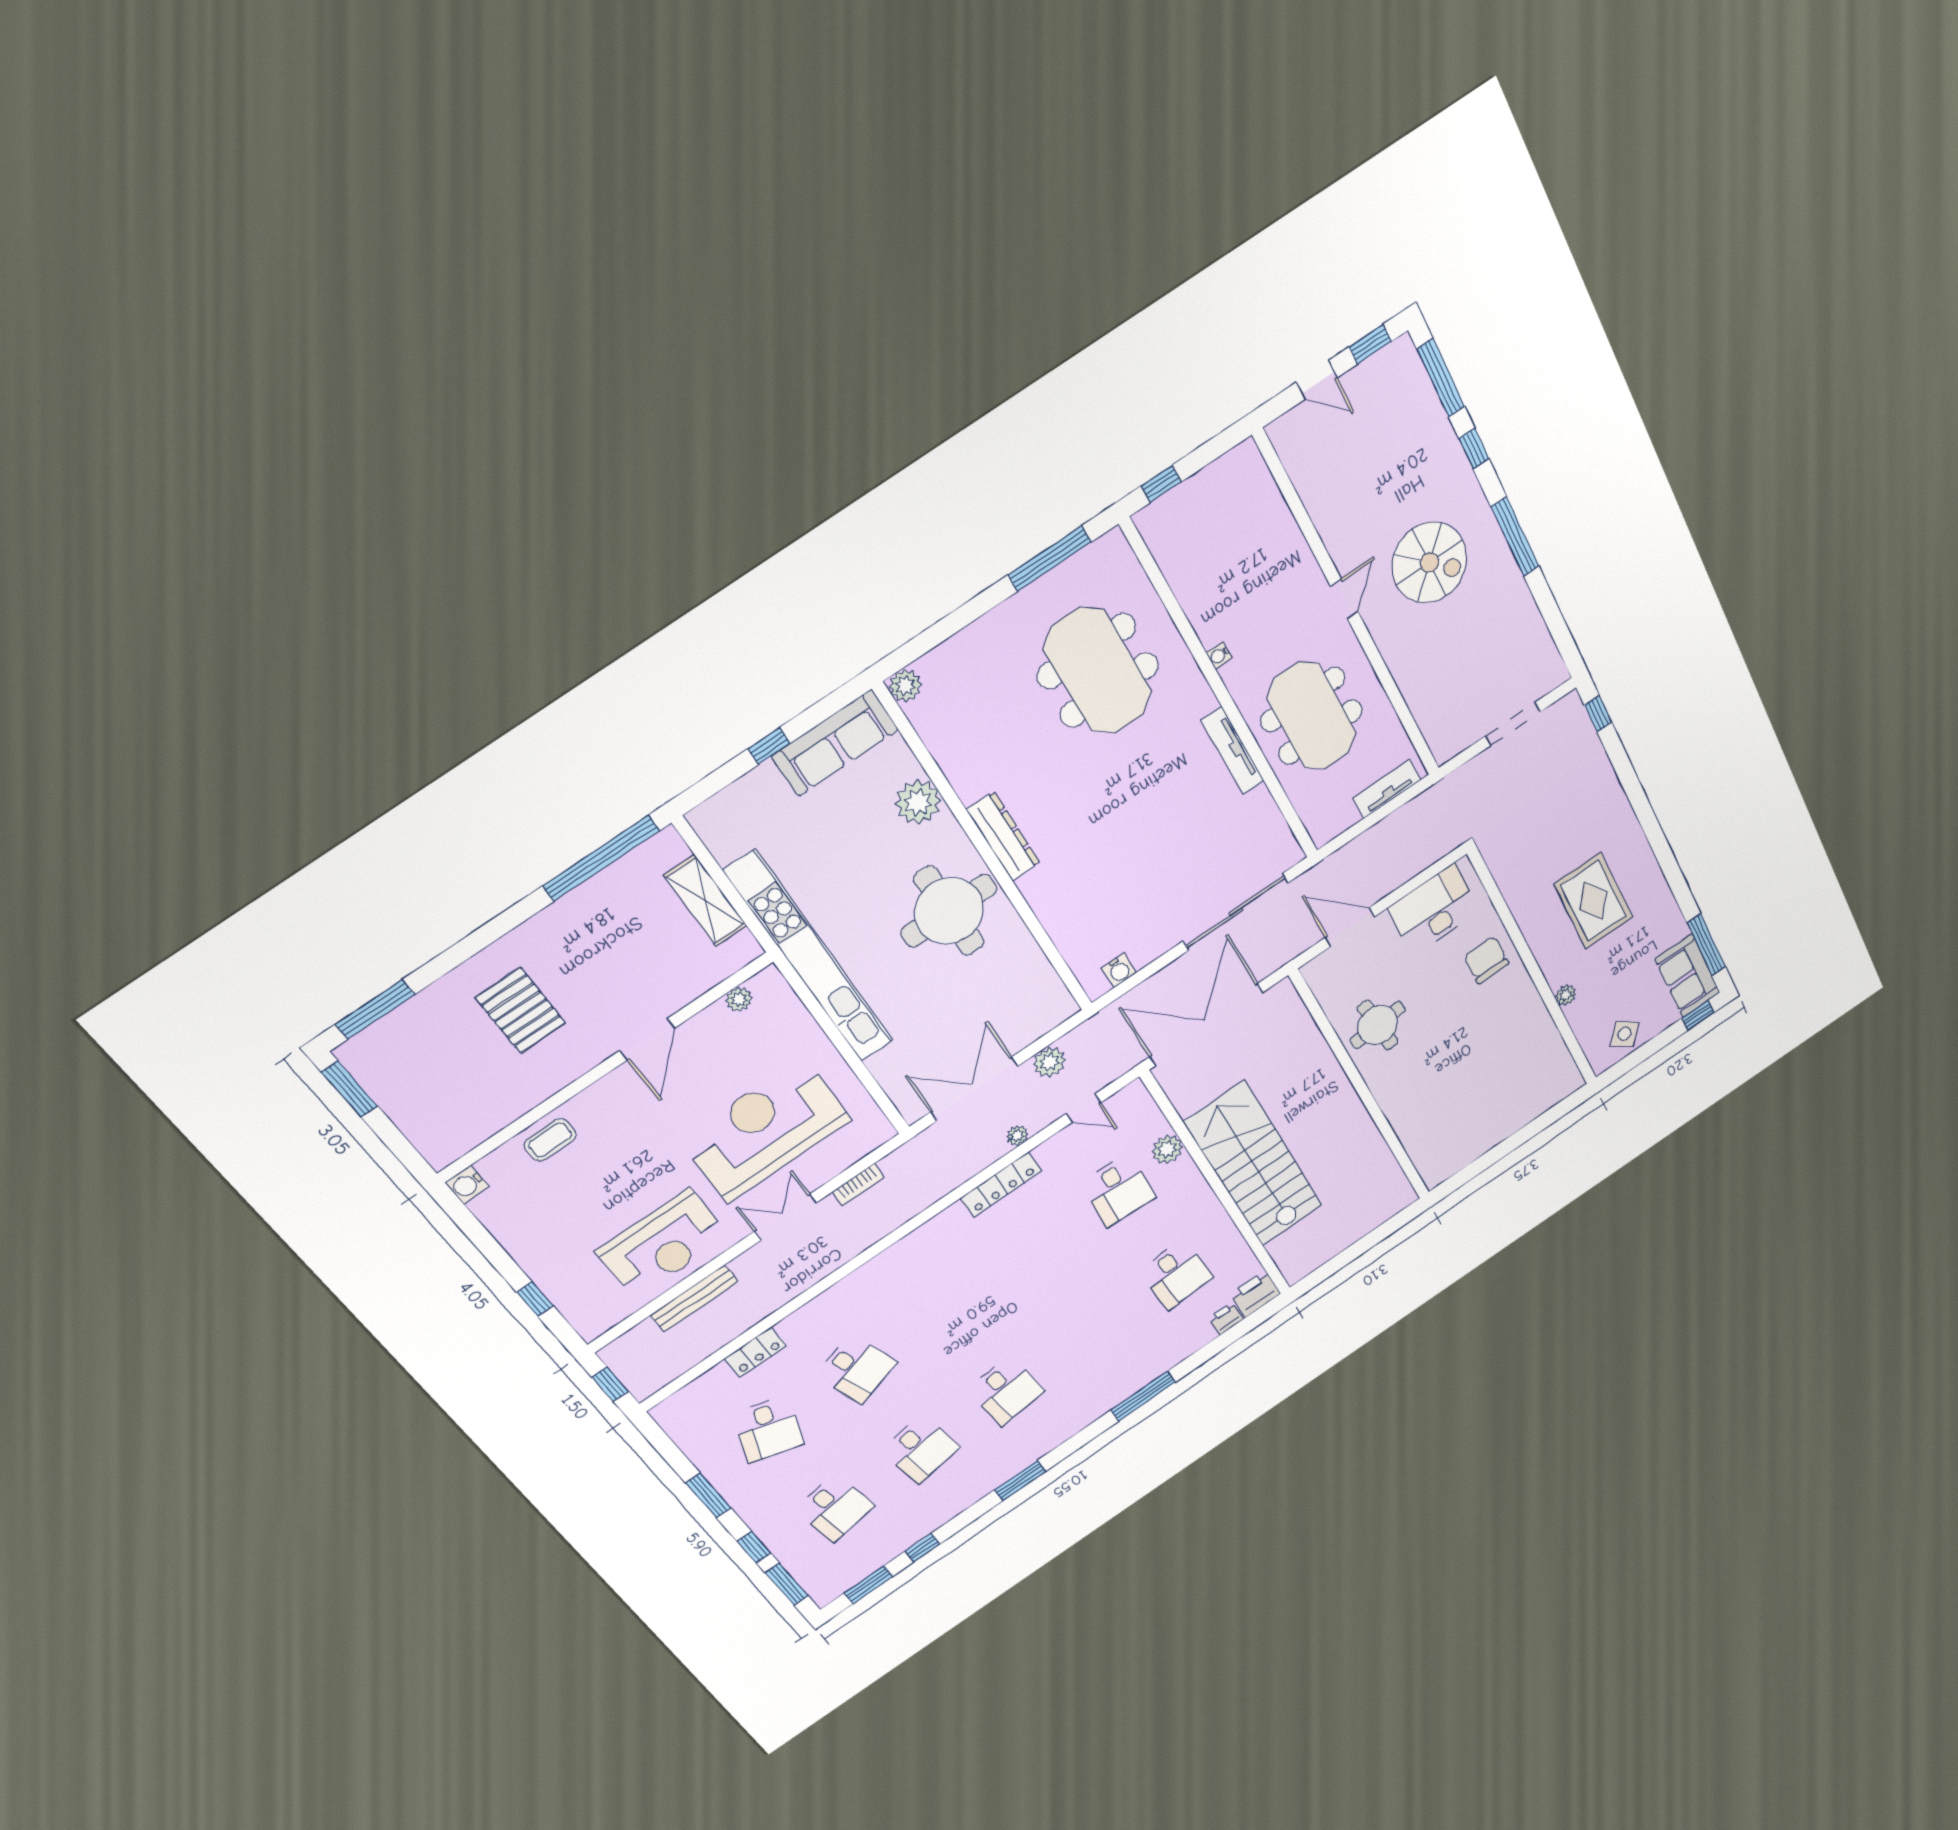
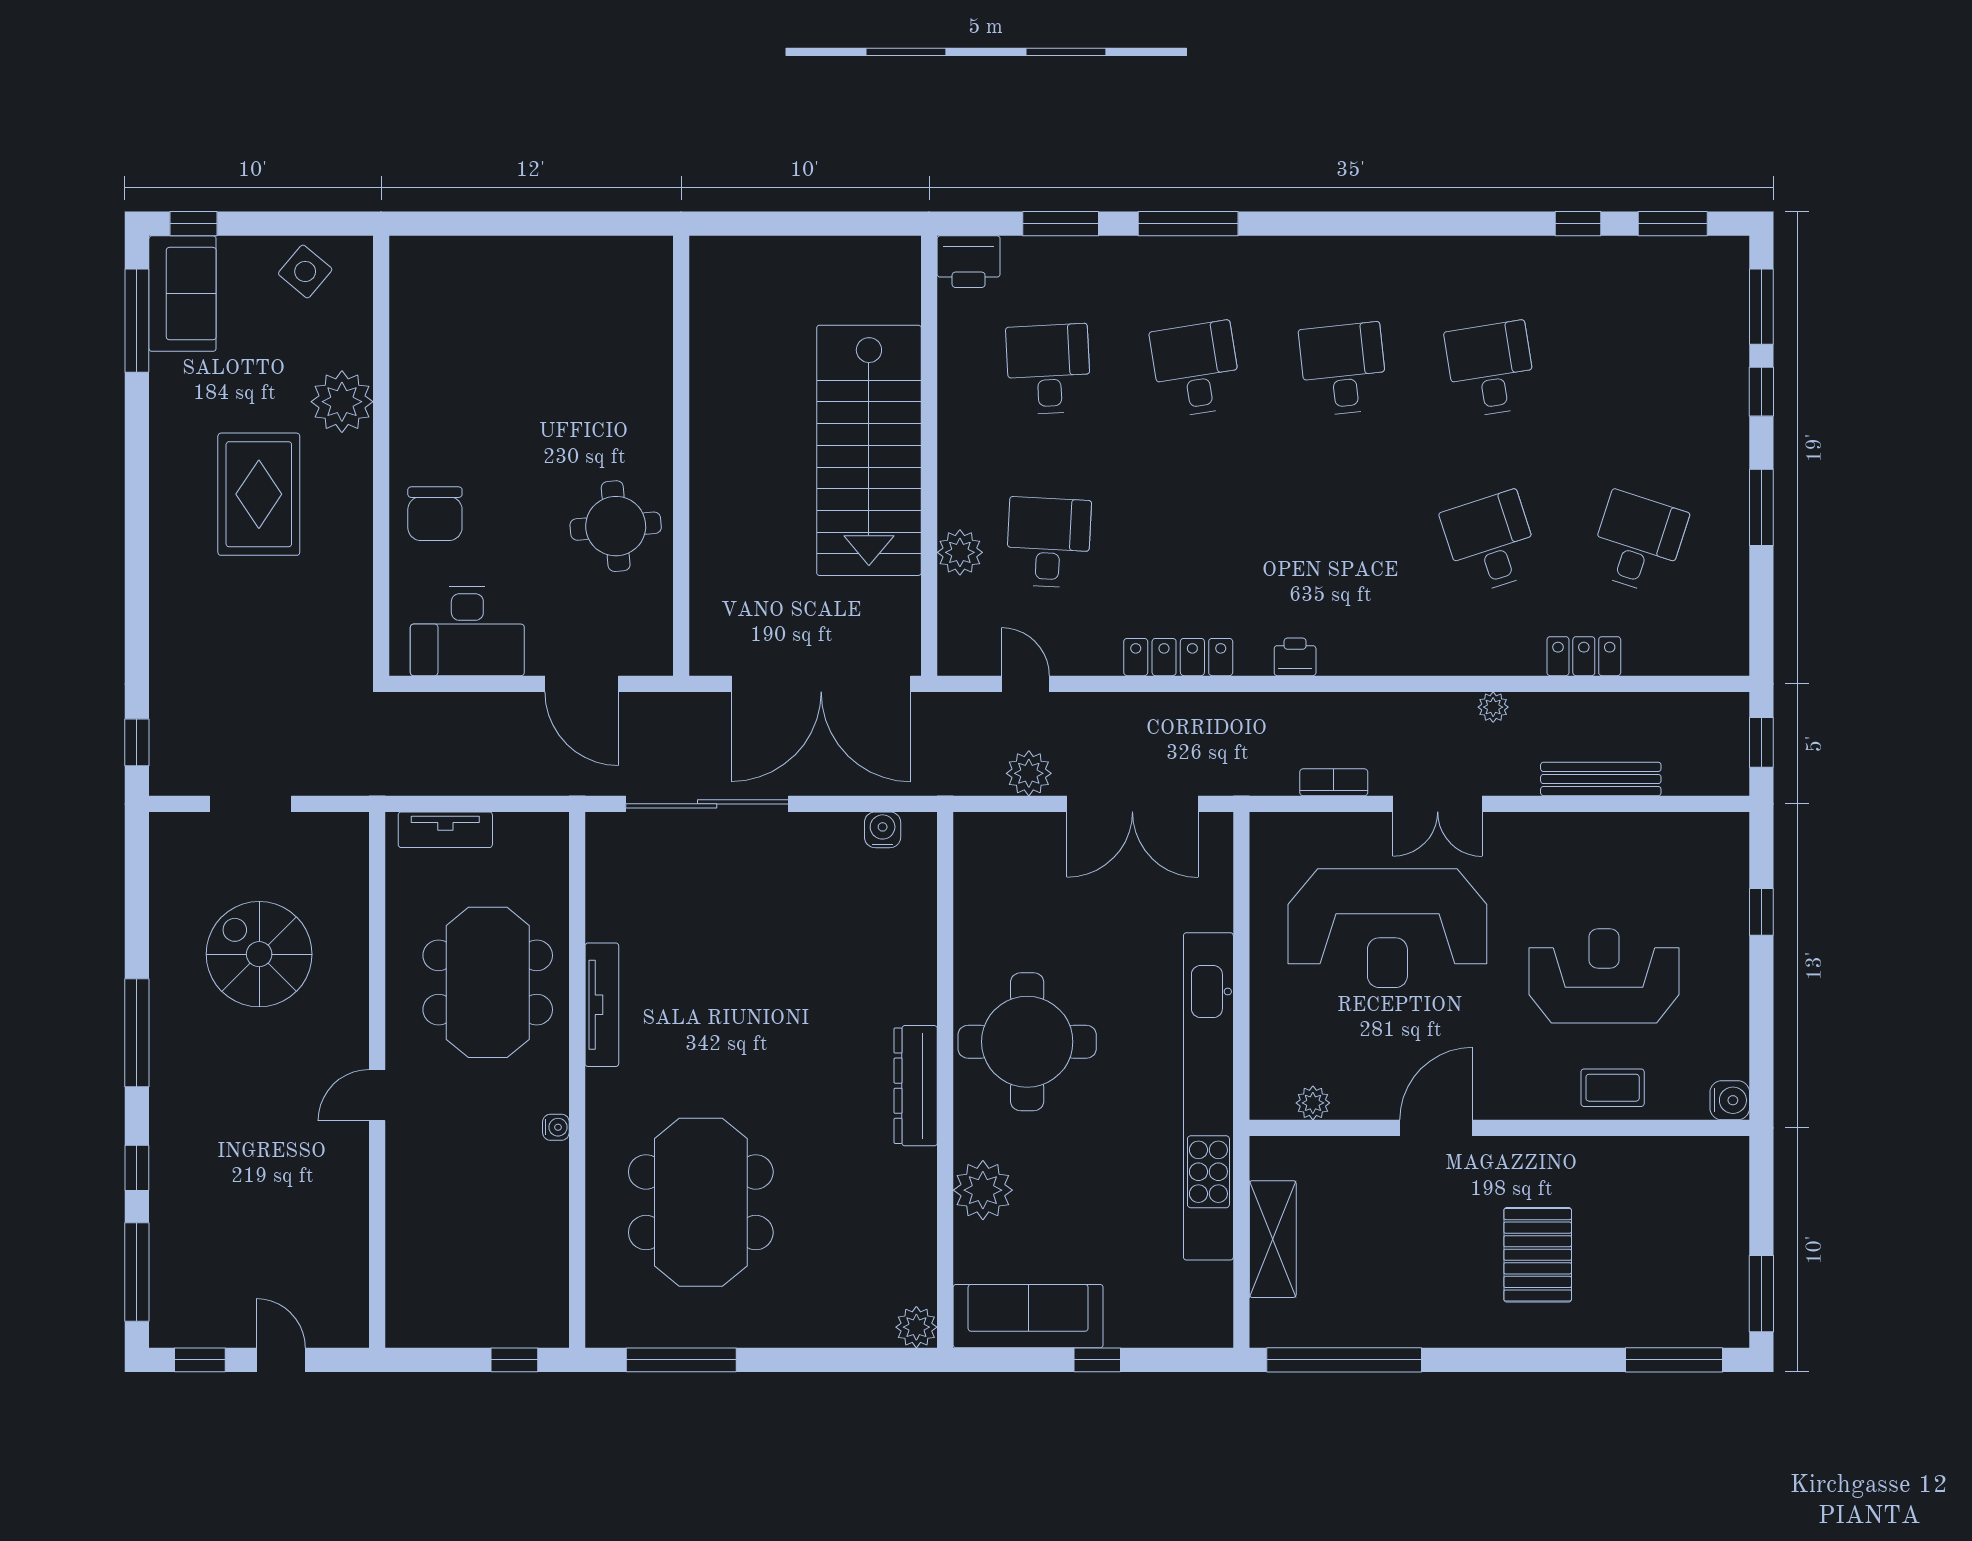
spiral stairs: (1429, 563) -> (259, 954), moved
plant: (1566, 995) -> (342, 402), width x1.87, depth x1.87
plant: (1017, 1135) -> (1493, 707), moved
reception desk: (663, 1244) -> (1604, 976), moved
printer: (1226, 1318) -> (1295, 657), moved, turned 180
window: (1020, 1481) -> (1061, 224), moved
desk: (835, 1508) -> (1196, 369), moved

